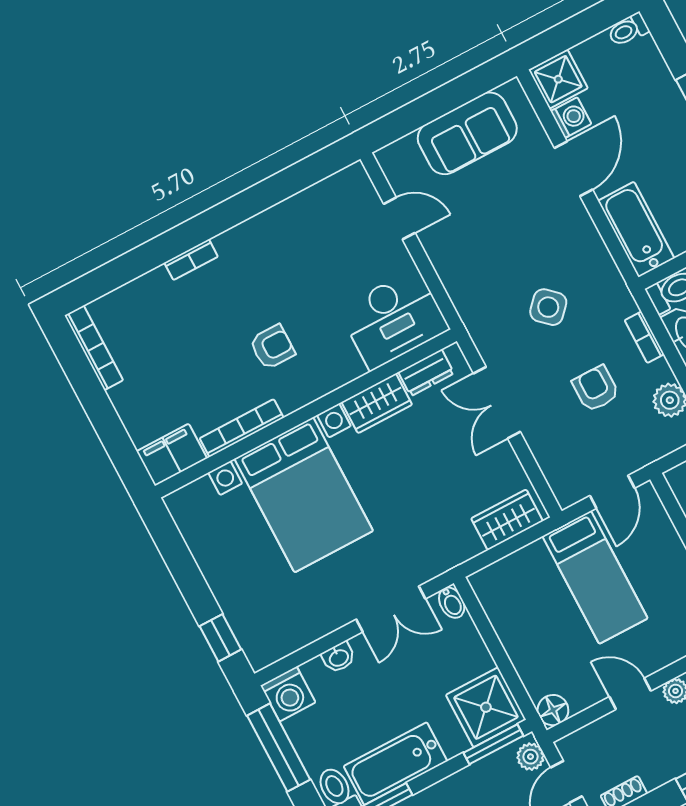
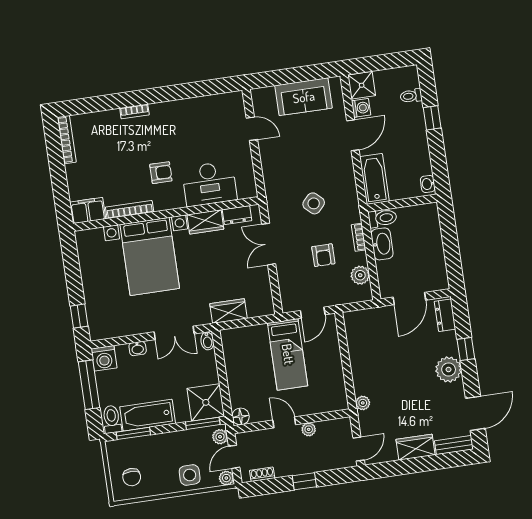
toilet: (628, 30) -> (411, 96), moved
desk: (394, 319) -> (209, 184), moved
armchair: (596, 389) -> (323, 255), turned 180
wardrobe: (507, 520) -> (228, 311), moved

